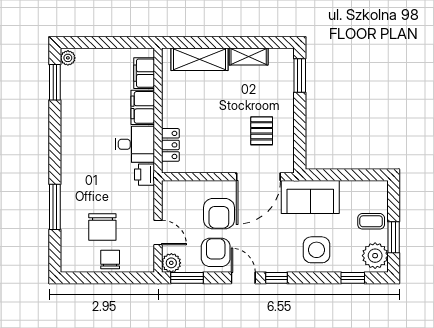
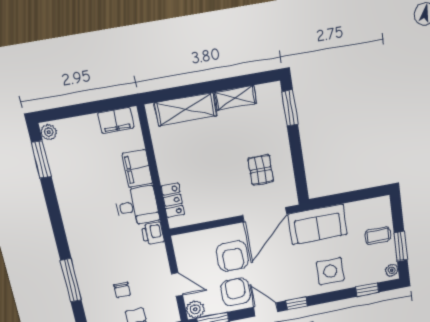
filing cabinet: (144, 73) -> (116, 120), moved, turned -90
chair: (102, 227) -> (122, 290), width x0.54, depth x0.54
plant: (375, 256) -> (392, 270), width x0.53, depth x0.53

